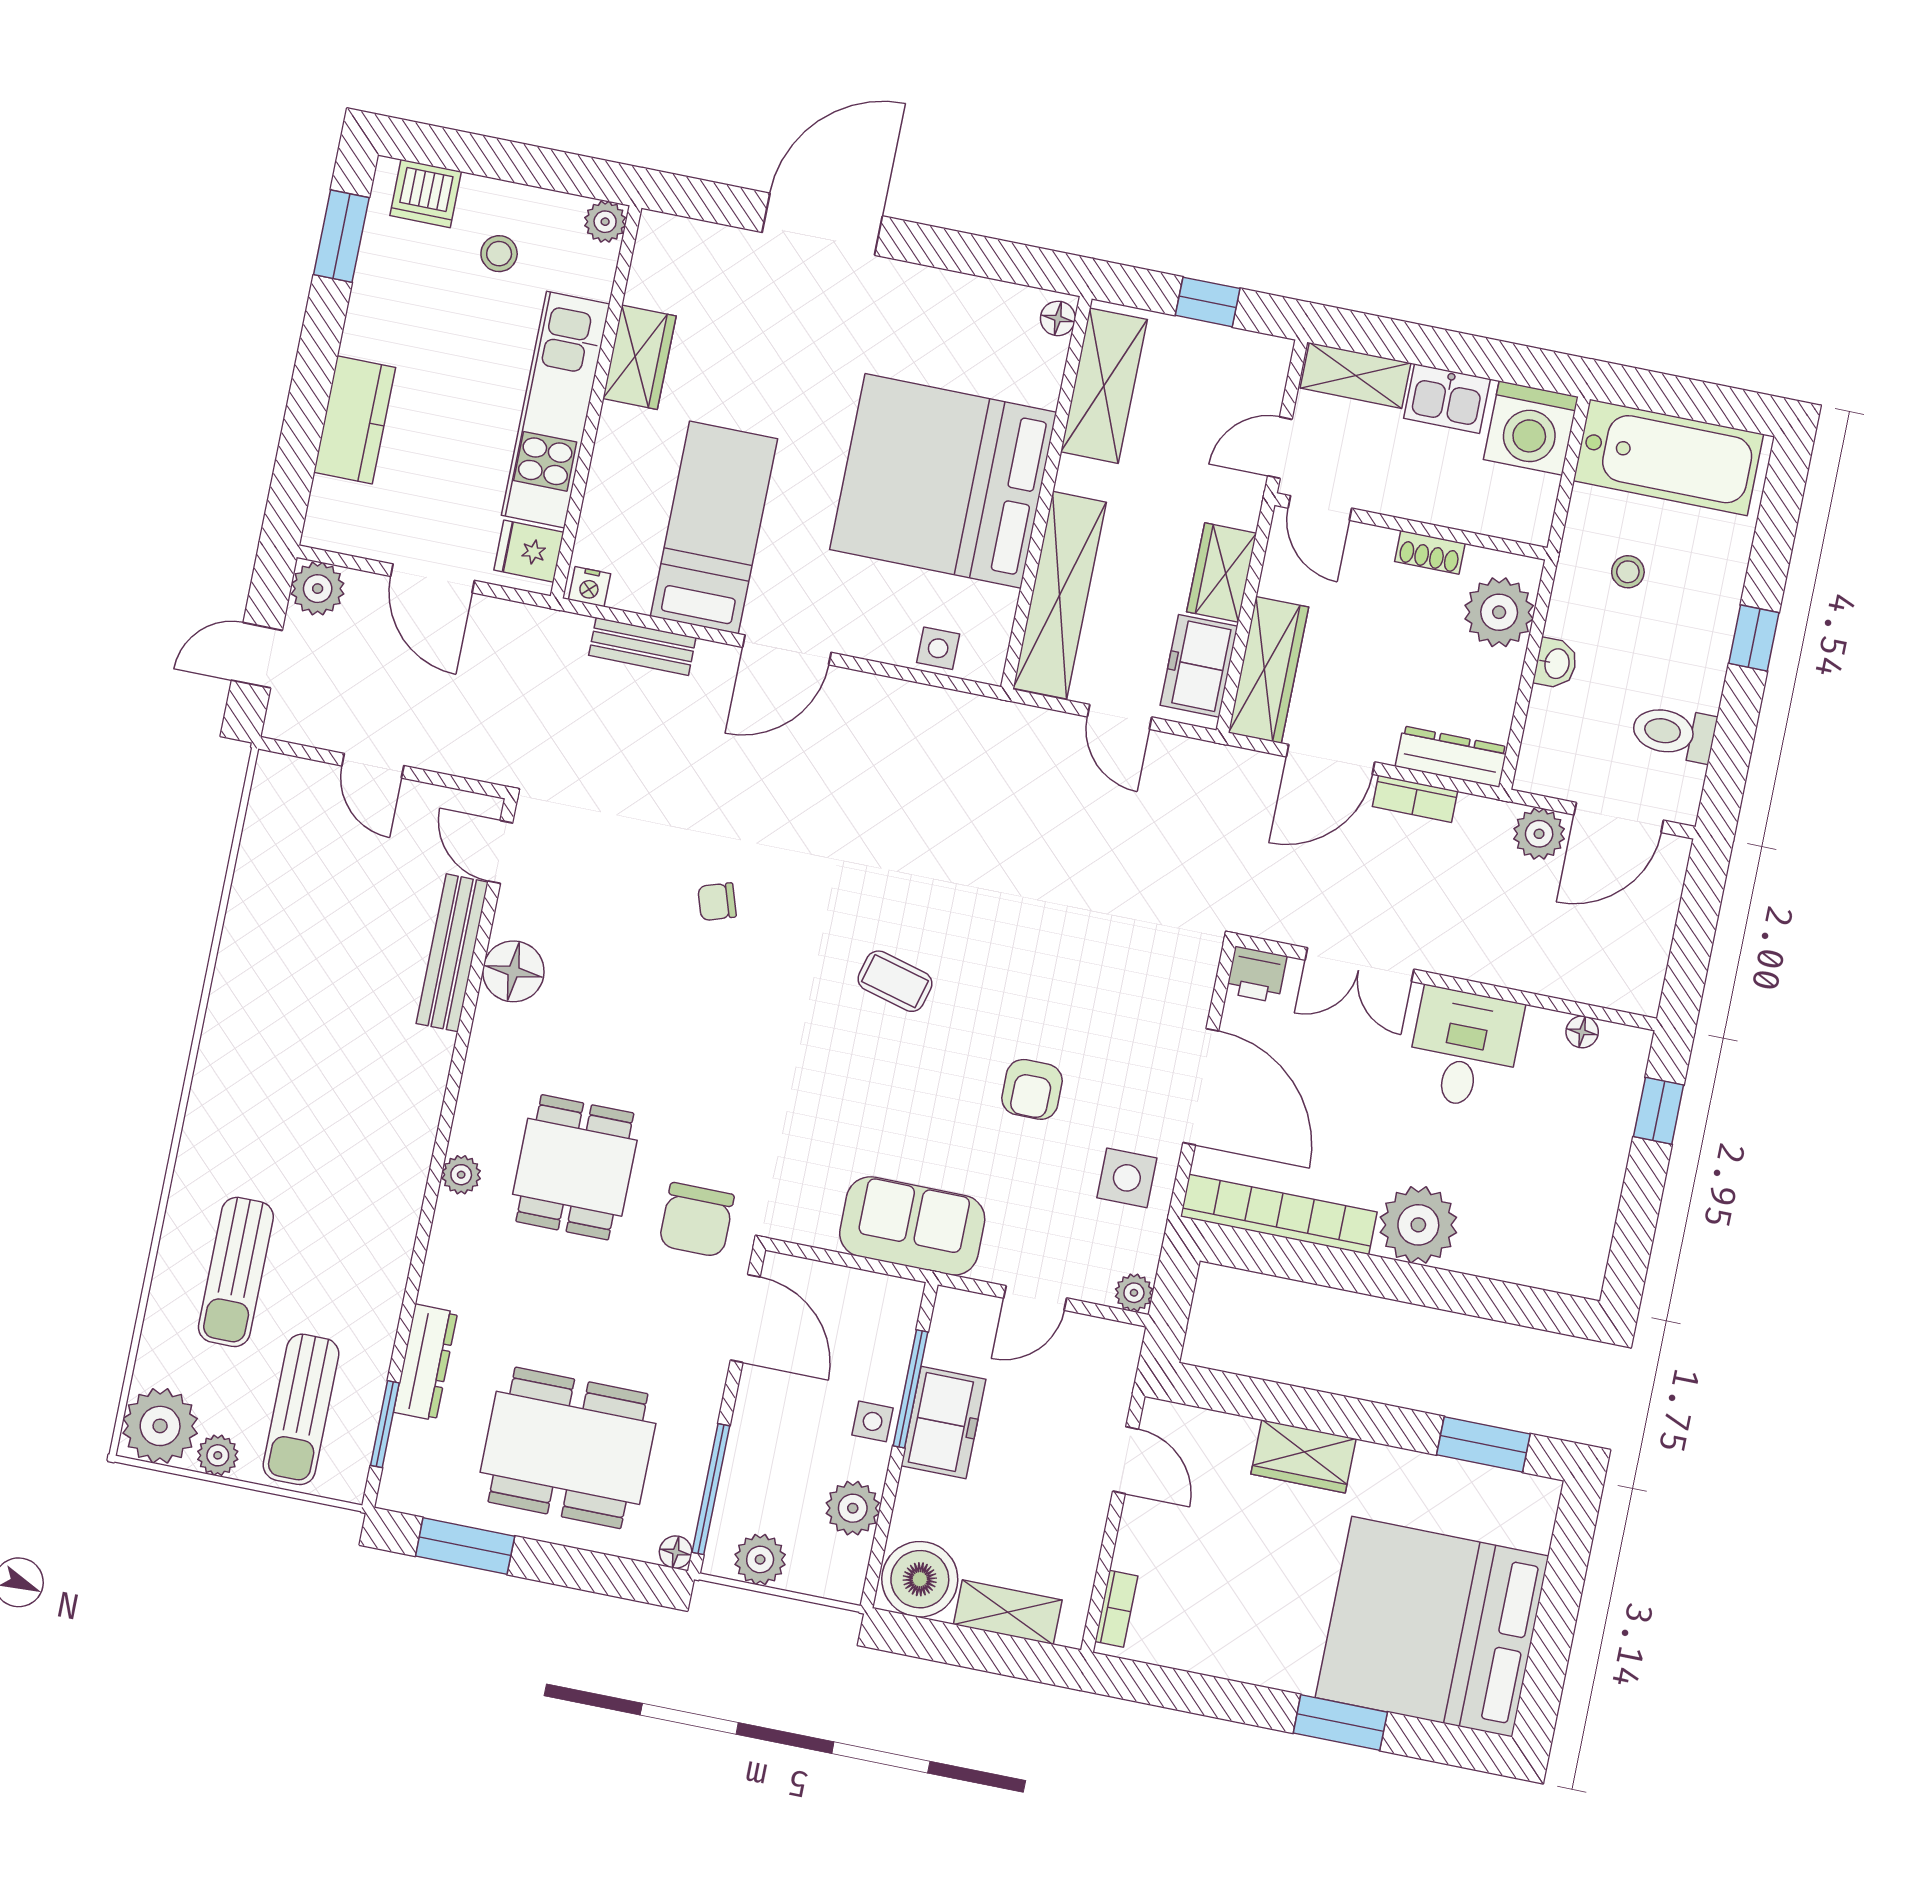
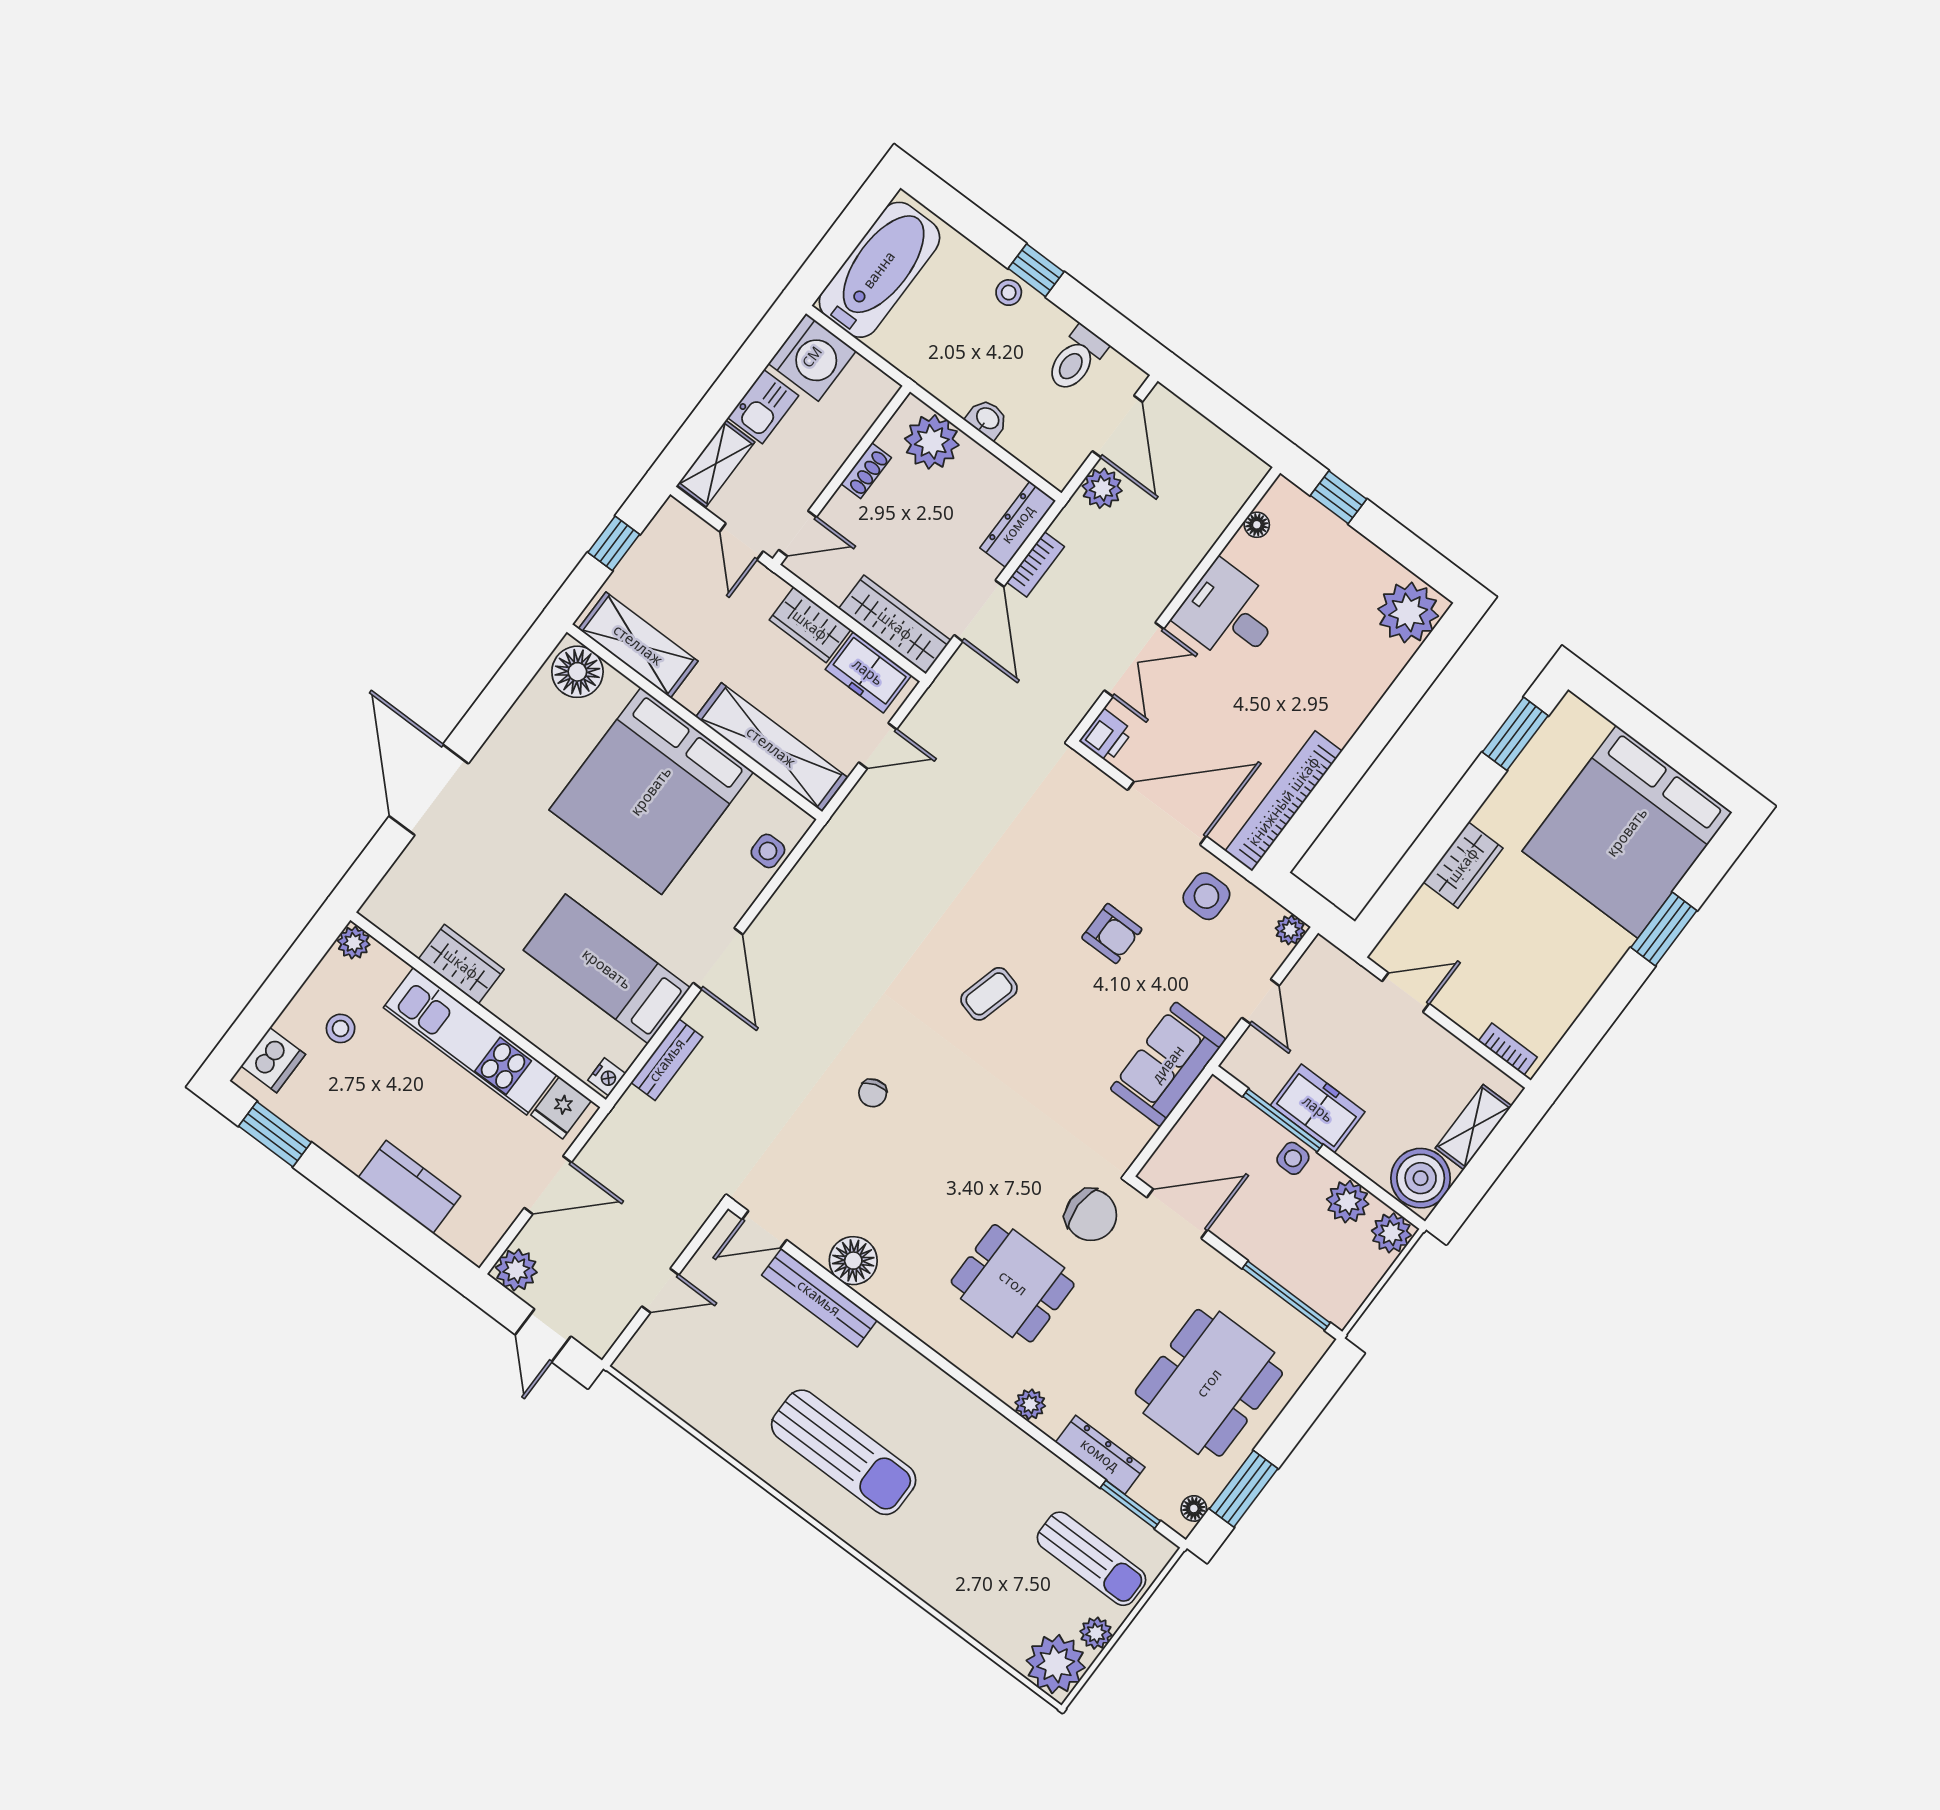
floor lamp: (1058, 318) -> (577, 672), width x1.89, depth x1.89
stool: (1628, 572) -> (1009, 293), moved
plant: (461, 1175) -> (1030, 1404), moved
plant: (1418, 1225) -> (1408, 612), moved
sun lounger: (236, 1272) -> (844, 1452), moved, width x1.36, depth x1.34
floor lamp: (676, 1552) -> (1194, 1508), moved
plant: (760, 1559) -> (1391, 1233), moved

